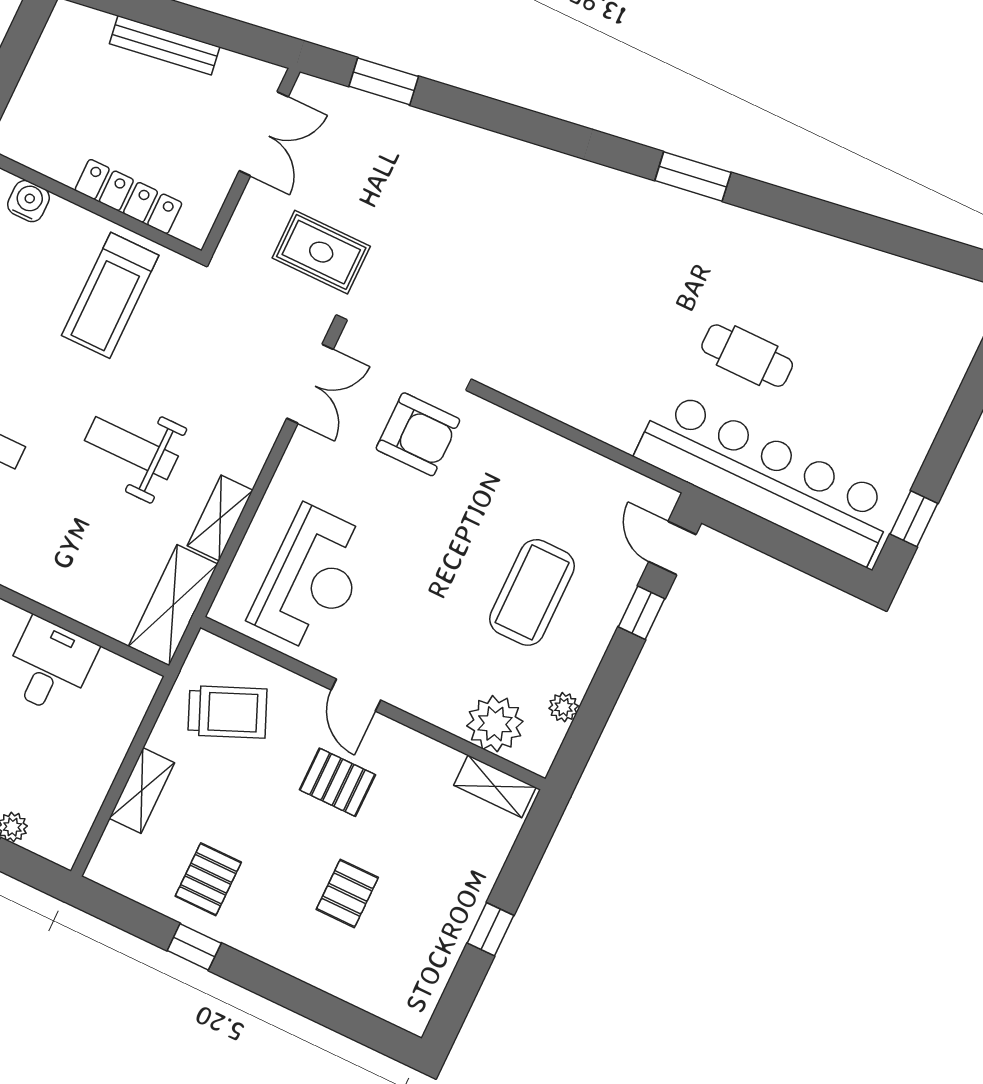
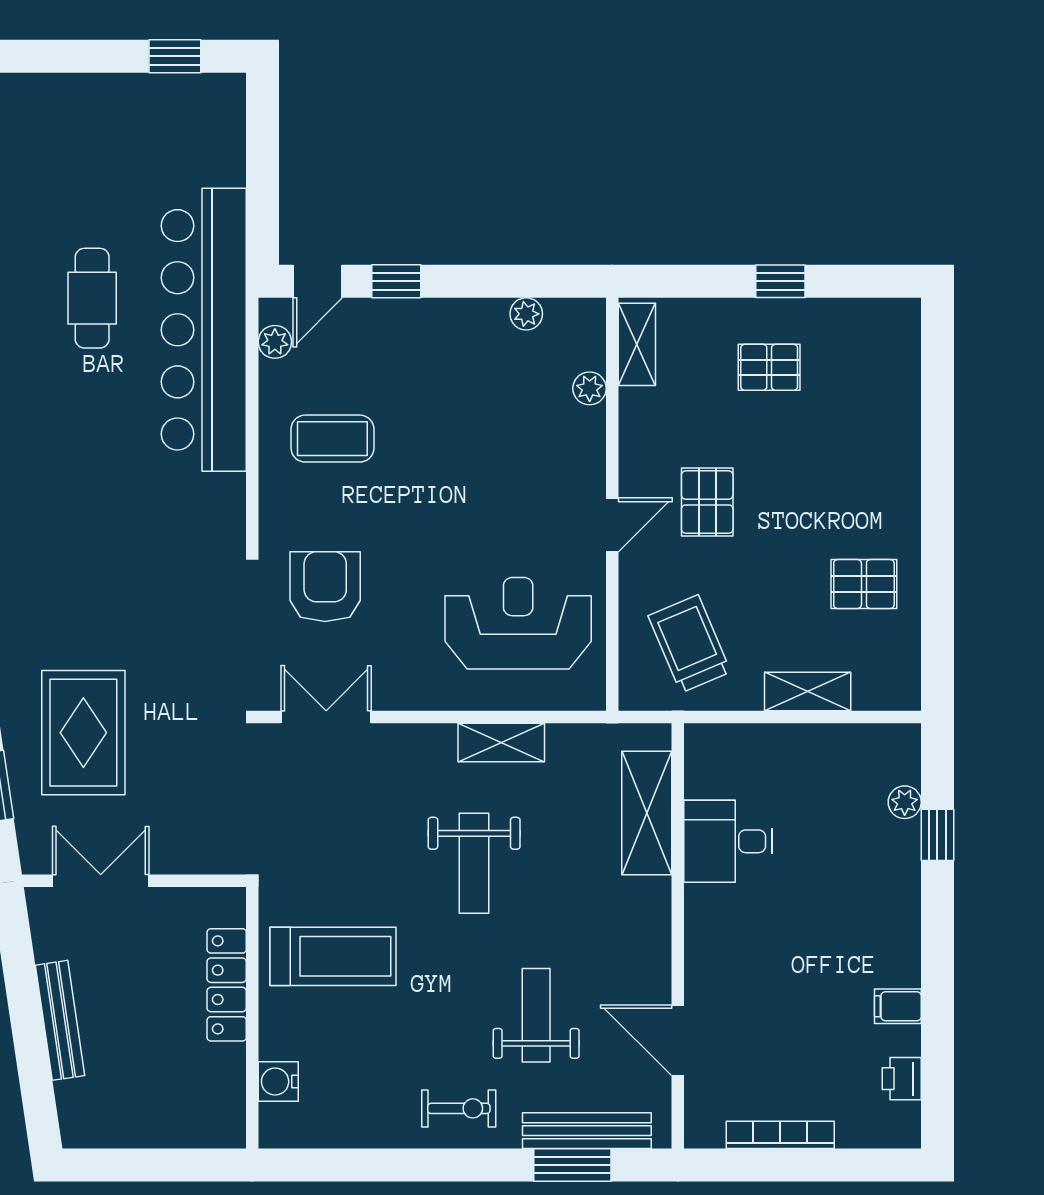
rug: (321, 252) -> (83, 733), moved, width x1.36, depth x1.43
bar counter: (766, 478) -> (204, 330), moved
plant: (639, 489) -> (275, 342), added
coffee table: (532, 592) -> (332, 439), moved, width x0.73, depth x0.76
shelving: (173, 605) -> (647, 813), moved, turned 90
plant: (495, 724) -> (590, 388), width x0.53, depth x0.53
pallet: (347, 893) -> (769, 367), moved
window: (194, 947) -> (937, 566), removed

